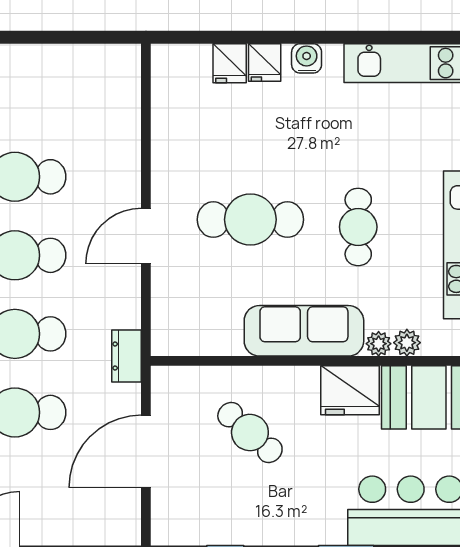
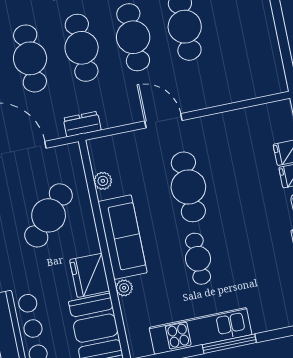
cafe table: (358, 227) -> (198, 259), turned 90
plant: (407, 343) -> (103, 181), moved
cafe table: (250, 432) -> (49, 215), width x1.37, depth x1.35

